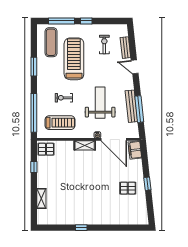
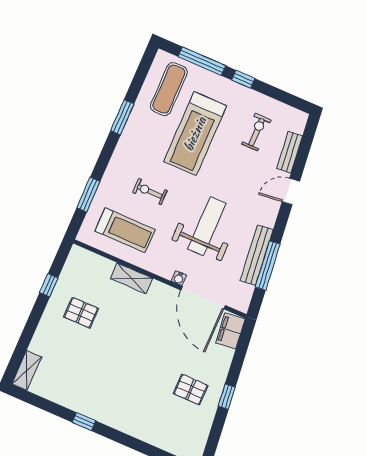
treadmill: (74, 59) -> (195, 134), turned 180
door: (135, 67) -> (291, 191), hinge flipped
window: (34, 113) -> (88, 195), width x0.47
shelving: (85, 145) -> (132, 278), moved
pallet: (46, 149) -> (81, 313), moved
shelving: (41, 199) -> (27, 370), moved

